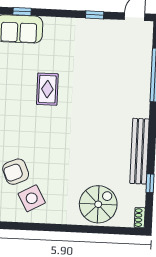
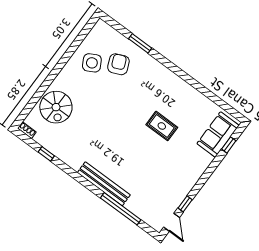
window: (95, 15) -> (185, 204), moved
bench: (139, 151) -> (104, 184), moved

